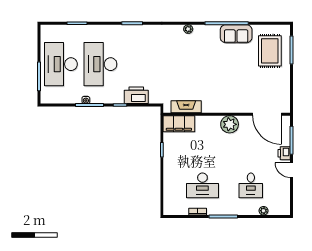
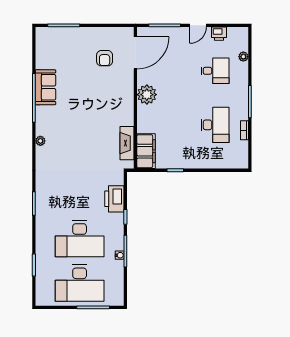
rug: (270, 51) -> (65, 50), removed
armchair: (262, 87) -> (105, 58), added
printer: (284, 153) -> (219, 34), moved

